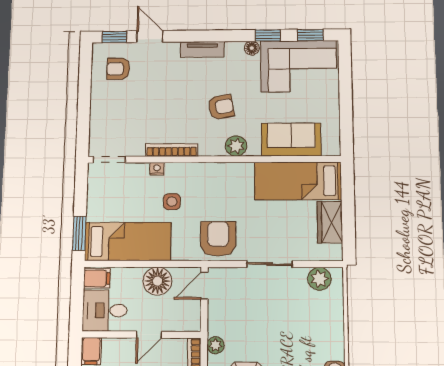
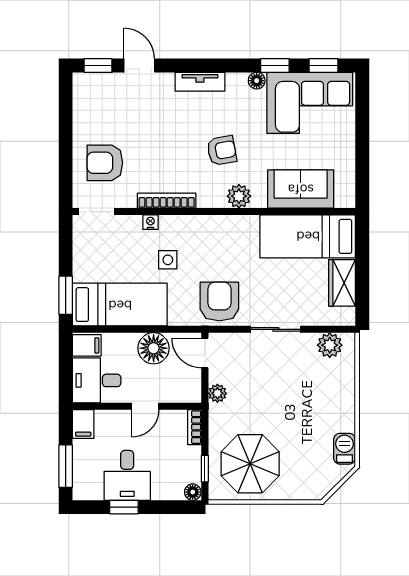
armchair: (118, 69) -> (105, 163), moved, width x1.38, depth x1.38
door: (204, 286) -> (205, 353), hinge flipped
plant: (216, 345) -> (217, 393), moved

